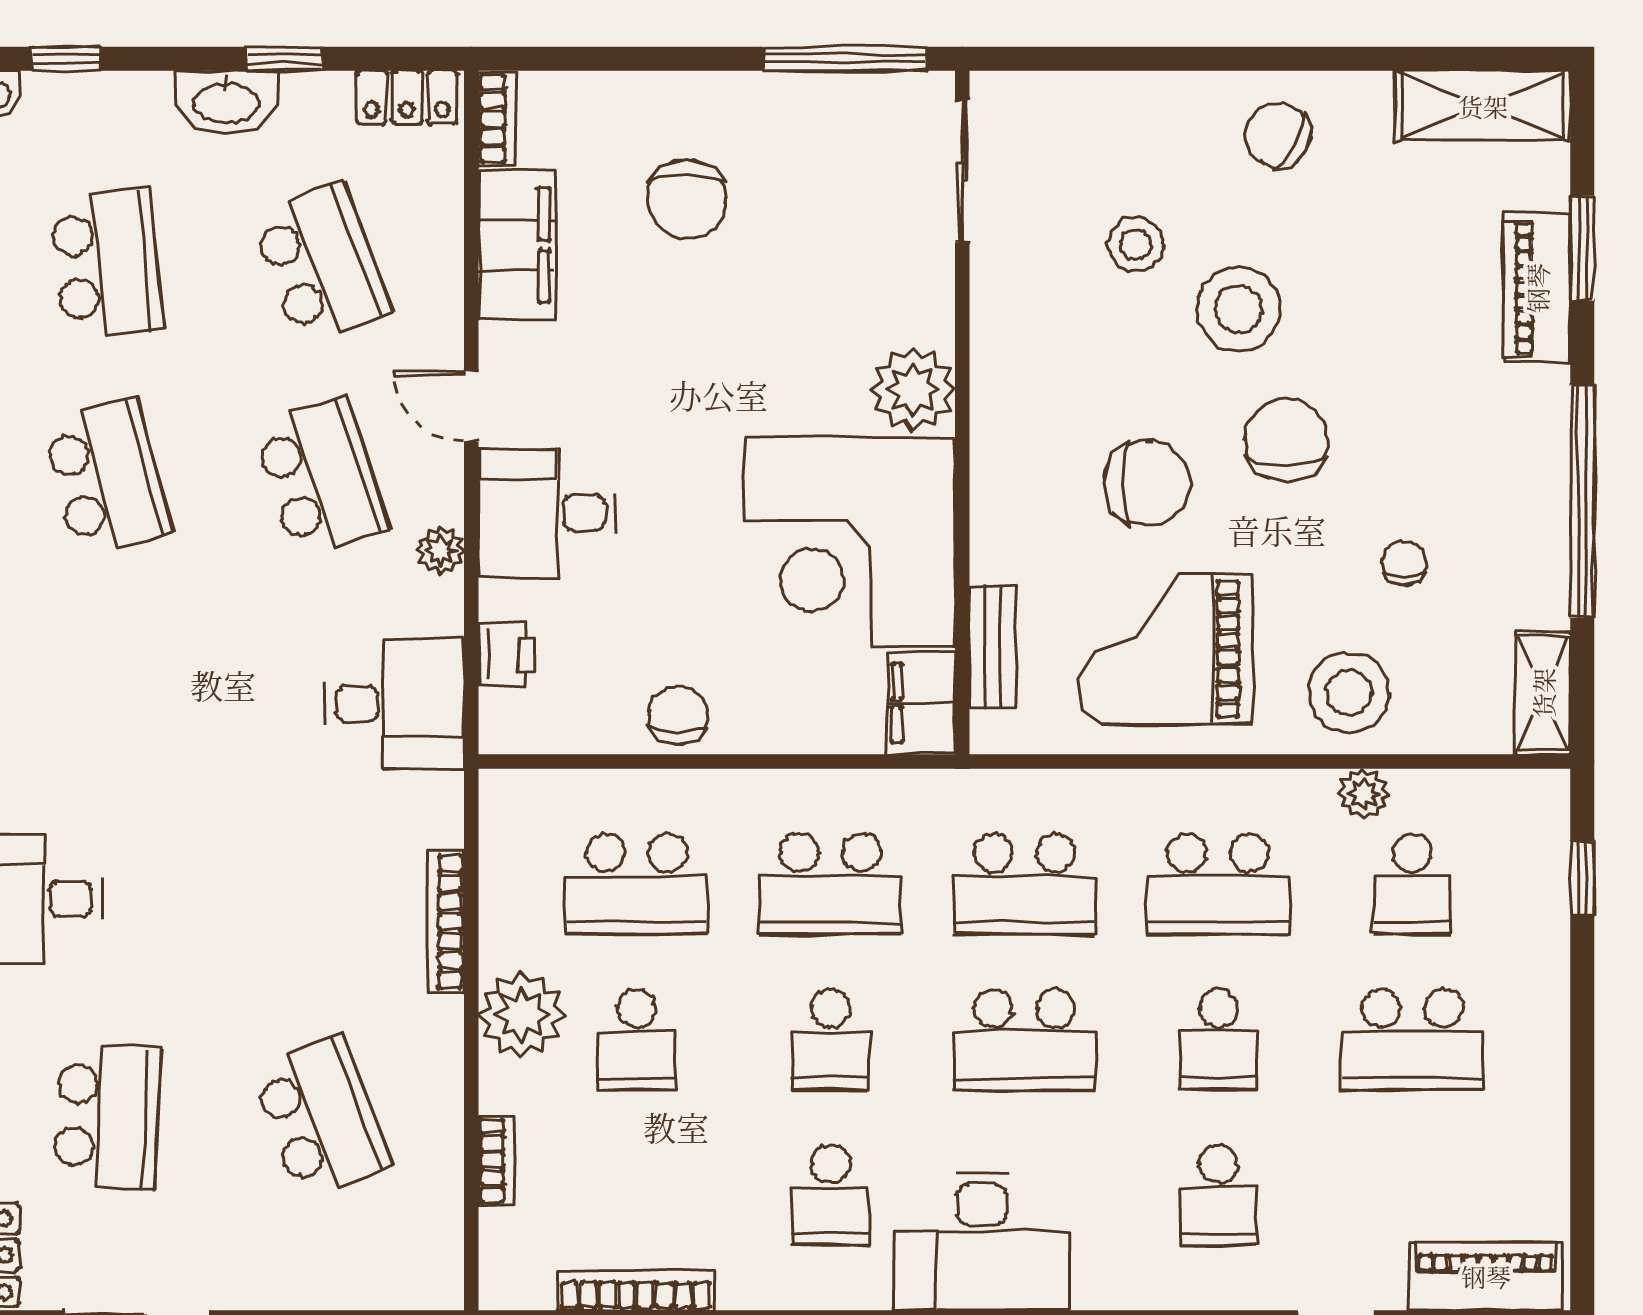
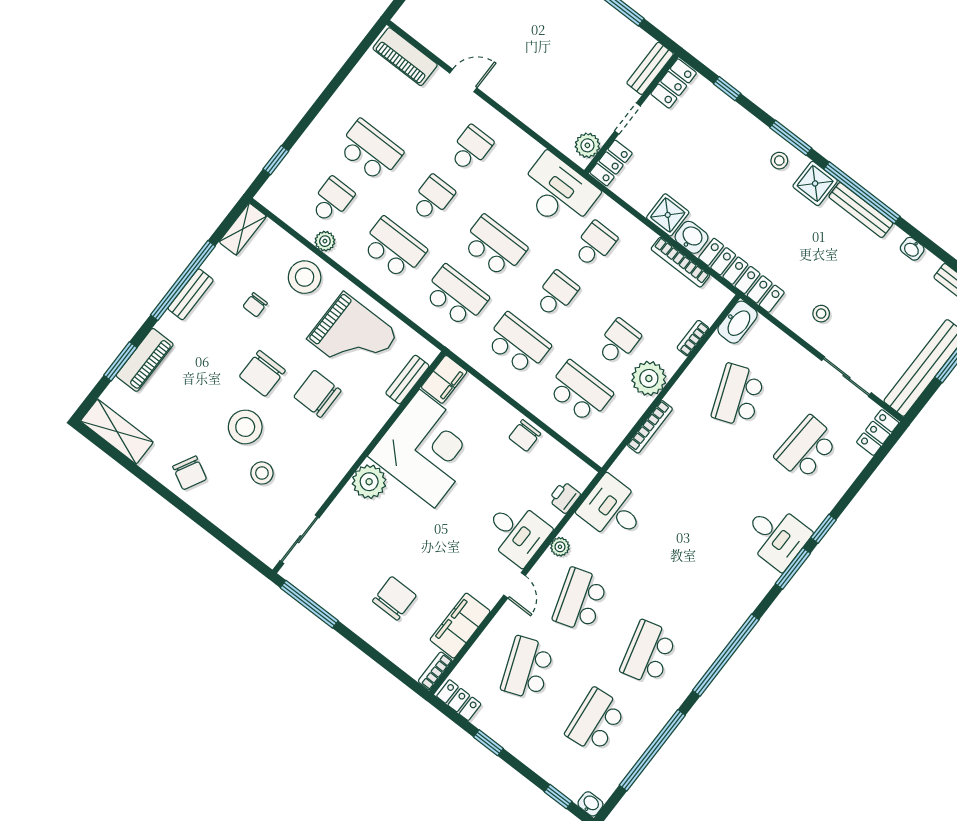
washbasin: (226, 102) -> (738, 322), moved, turned 90
bench: (1546, 486) -> (191, 294), added

